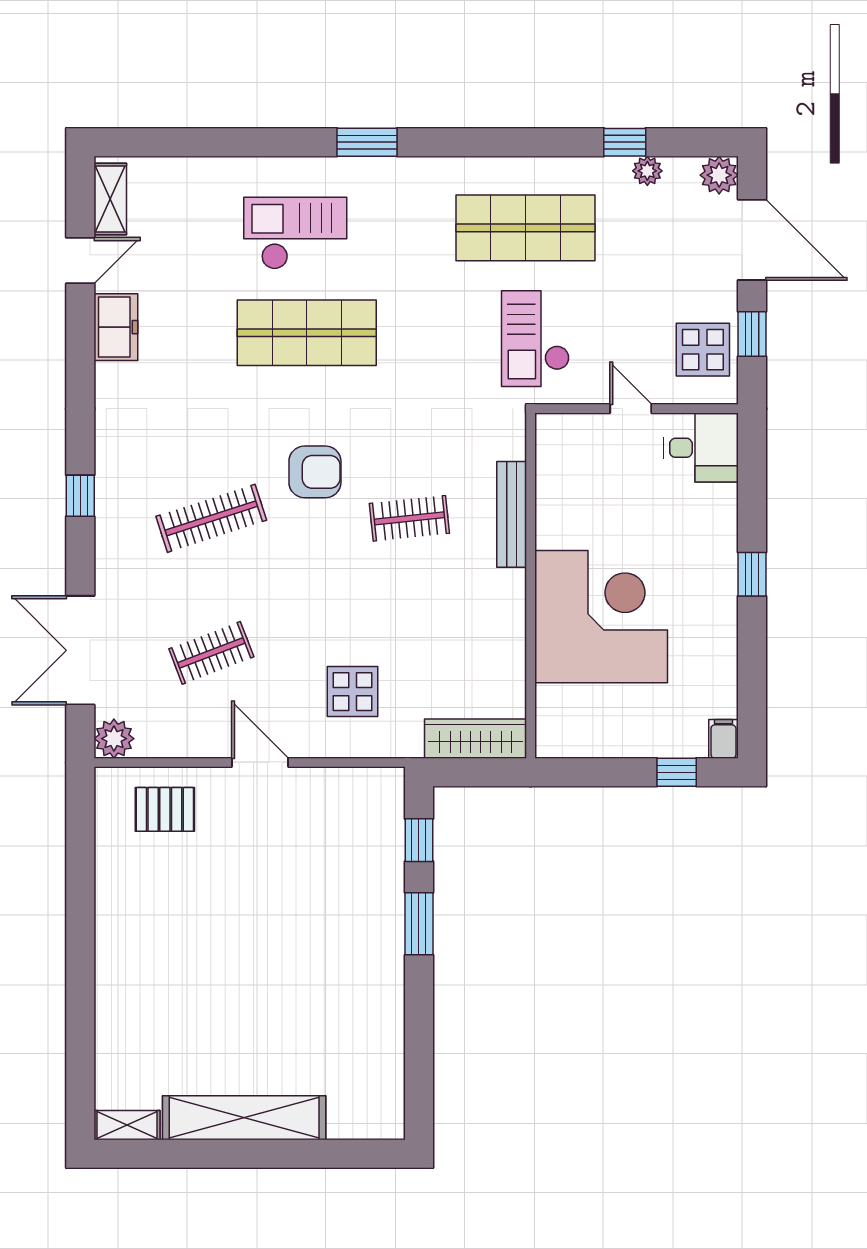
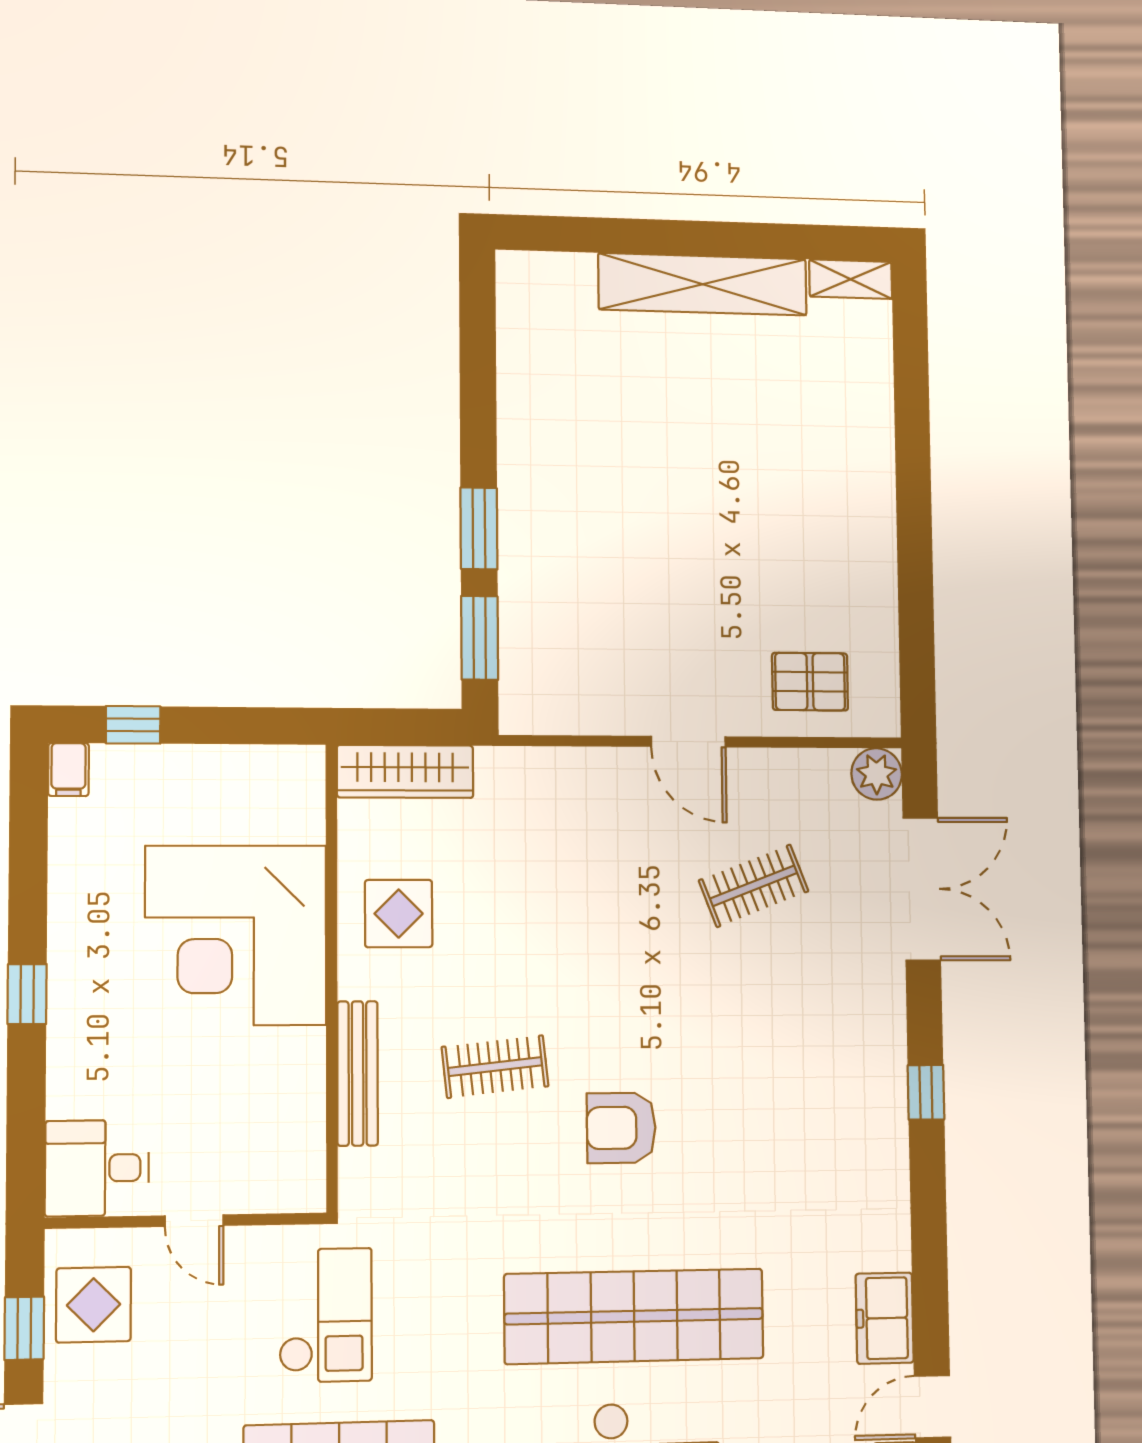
shop shelf: (307, 333) -> (634, 1316), width x1.40
clothes rail: (211, 518) -> (756, 1064), removed
display table: (353, 692) -> (399, 914), moved
window: (419, 840) -> (480, 638), width x1.50

